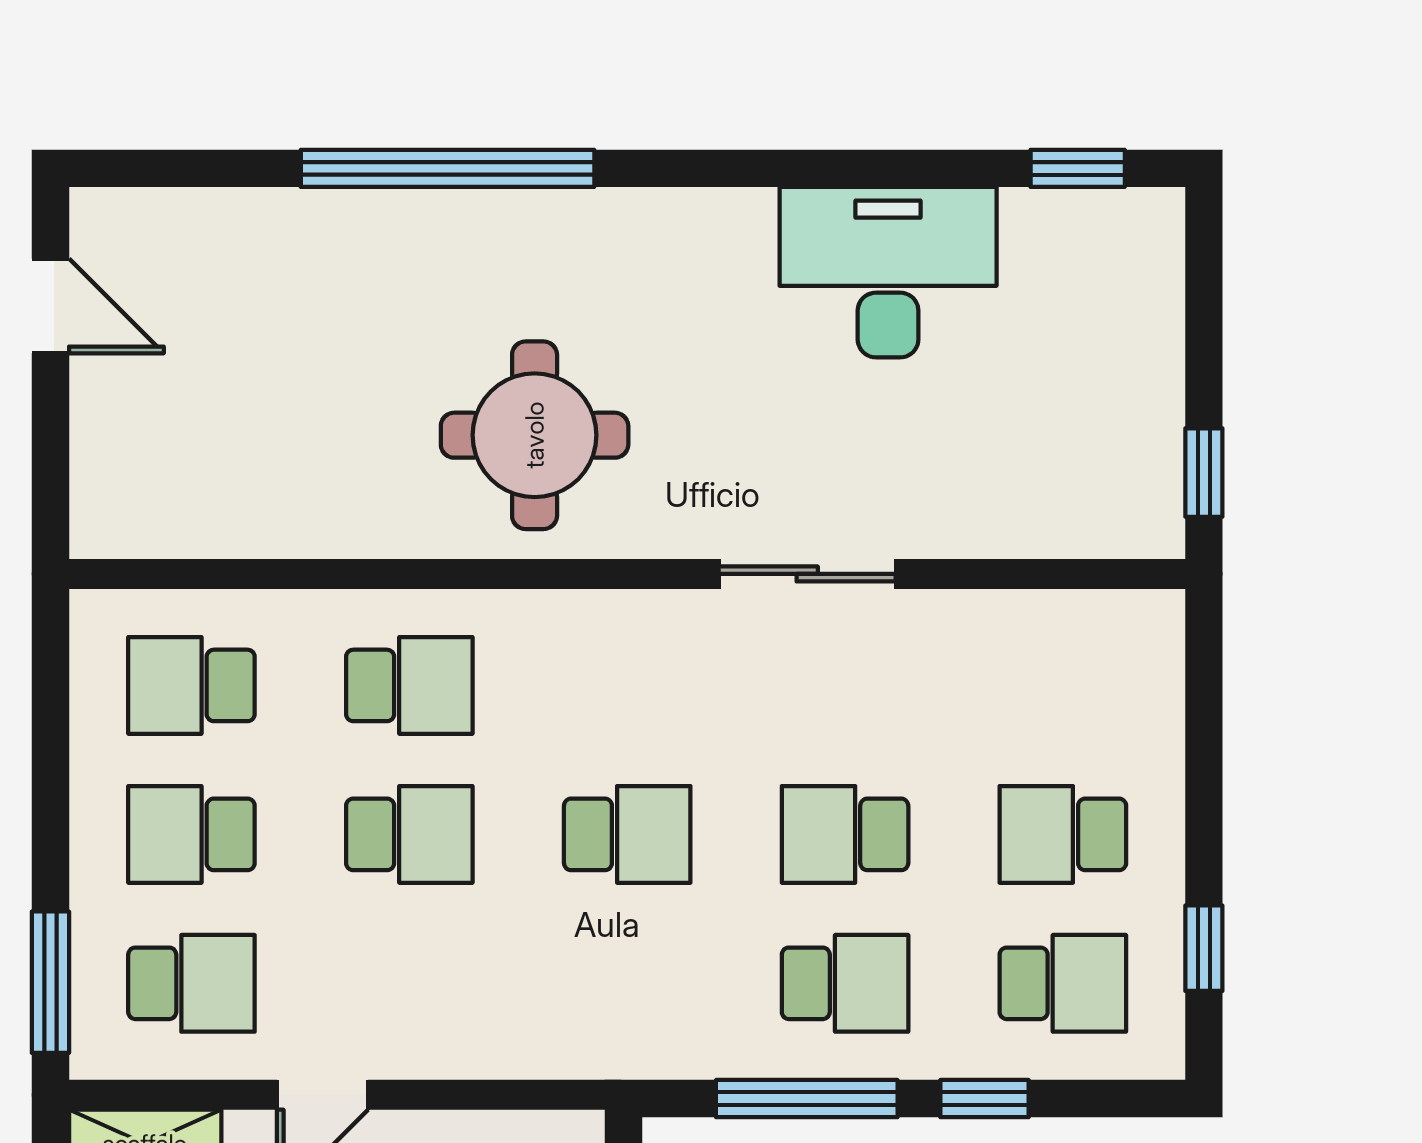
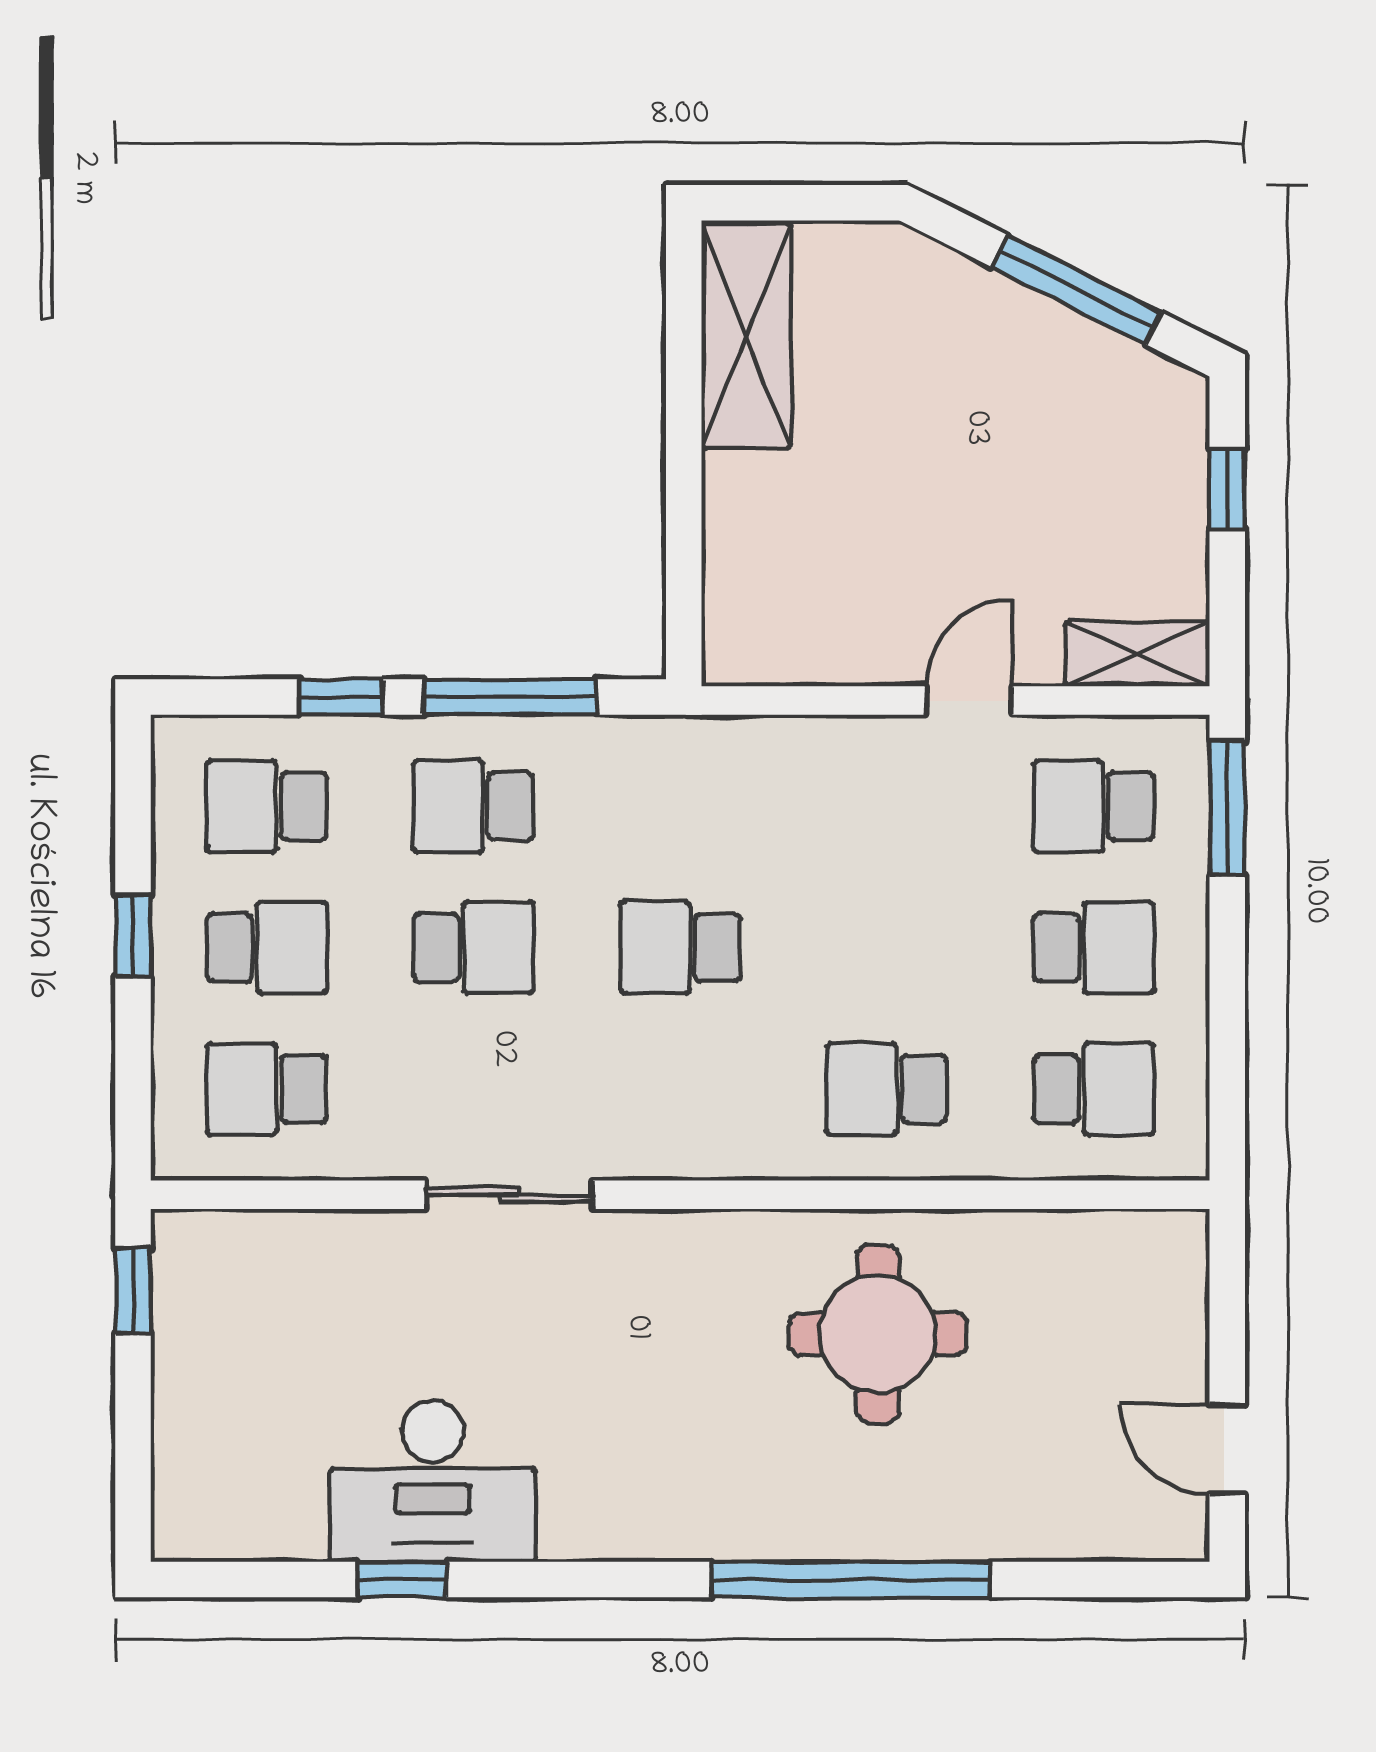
window: (1078, 168) -> (402, 1580), moved
round table: (535, 435) -> (878, 1334), moved
school desk: (409, 834) -> (267, 1089), moved
window: (1204, 948) -> (133, 935), moved

